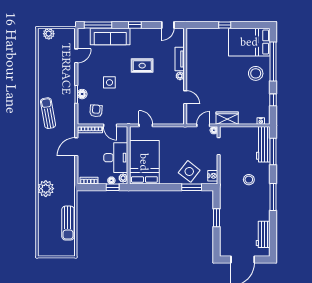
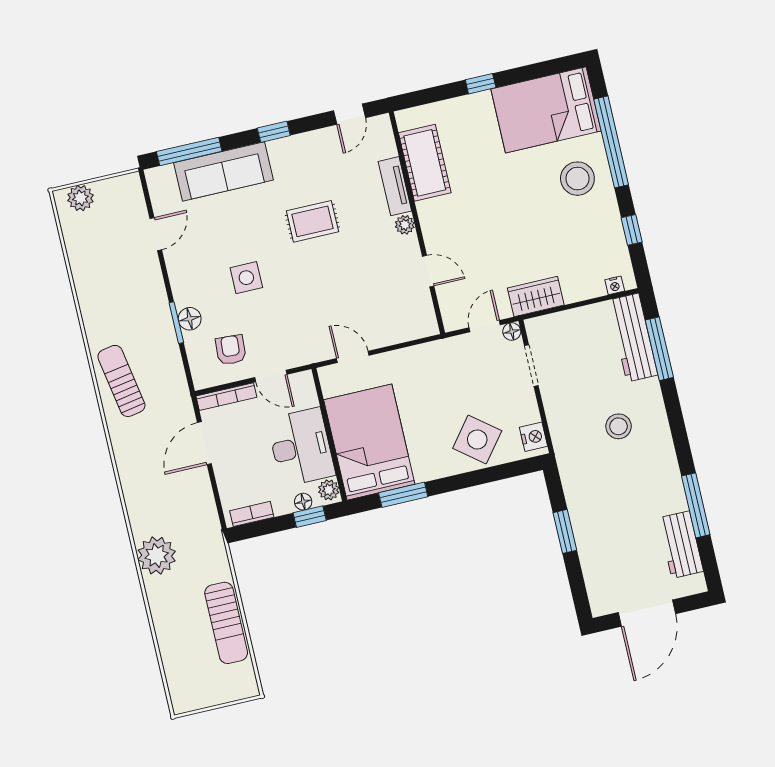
cot: (194, 52) -> (425, 163), added
window: (192, 187) -> (403, 495), moved
window: (273, 197) -> (696, 505), moved

